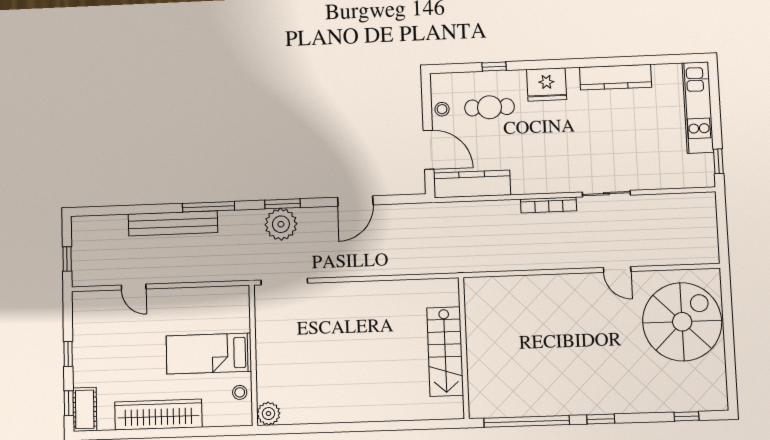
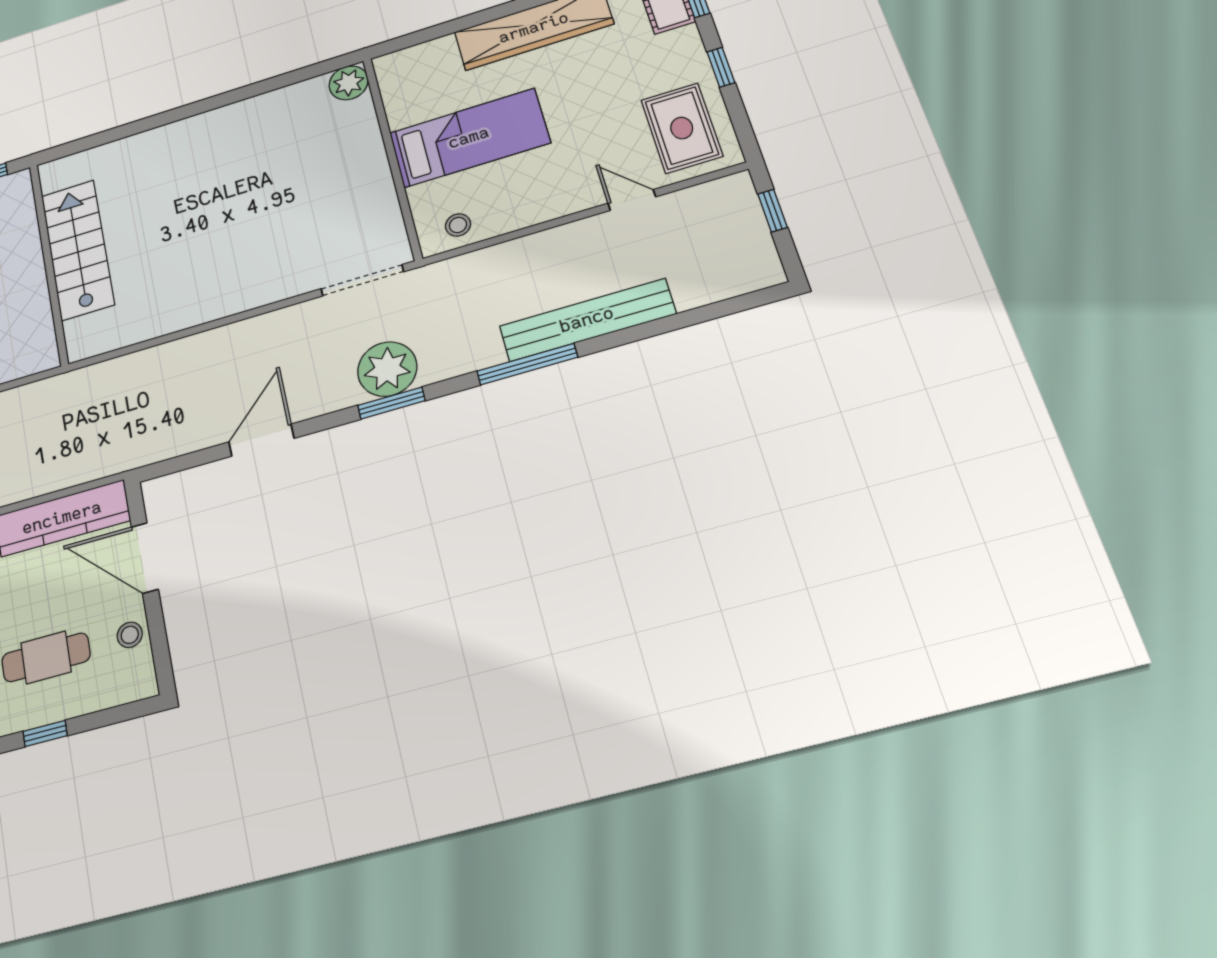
rug: (98, 323) -> (682, 128), added
stool: (240, 392) -> (458, 225), moved

